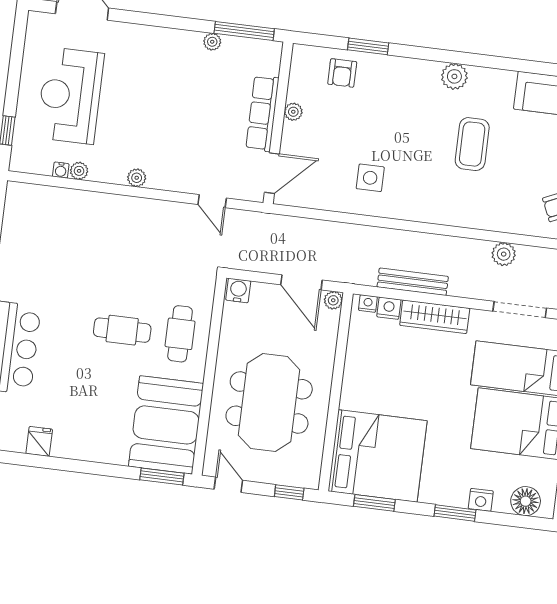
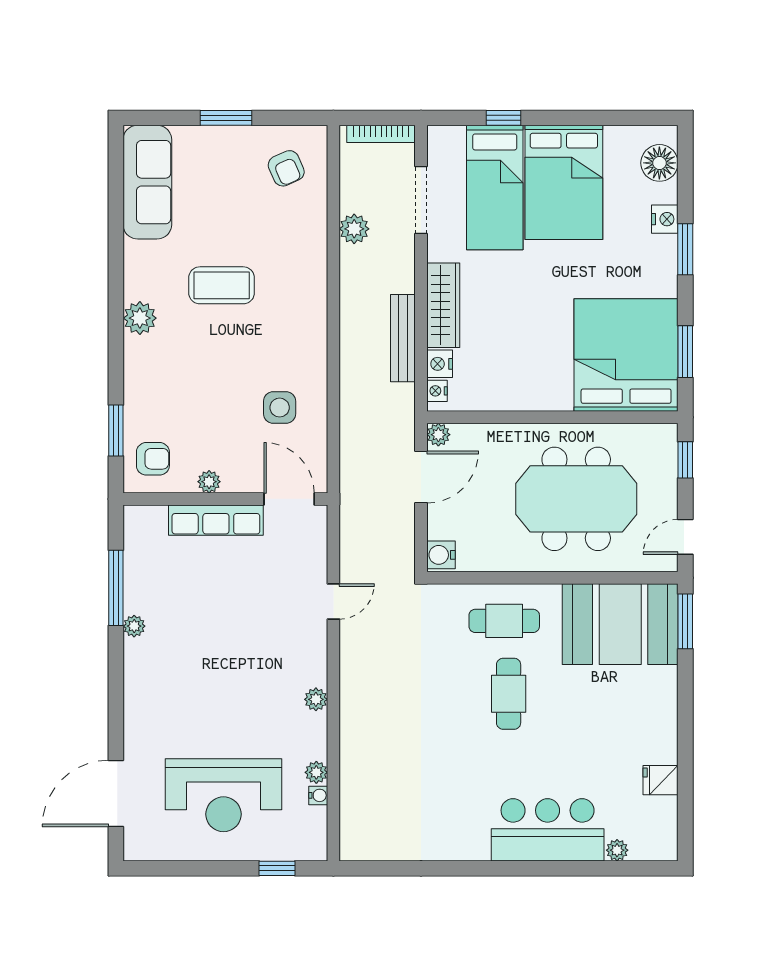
plant: (293, 112) -> (209, 482), moved
row of seats: (262, 113) -> (216, 520), moved
wall: (278, 123) -> (225, 499), moved
door: (272, 173) -> (289, 499), moved

